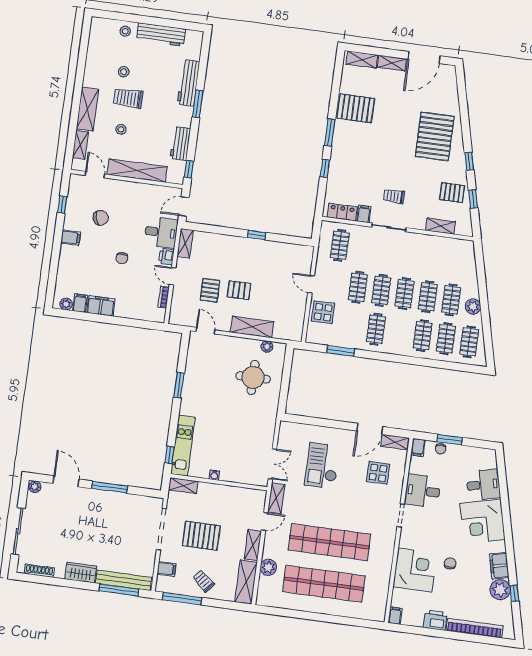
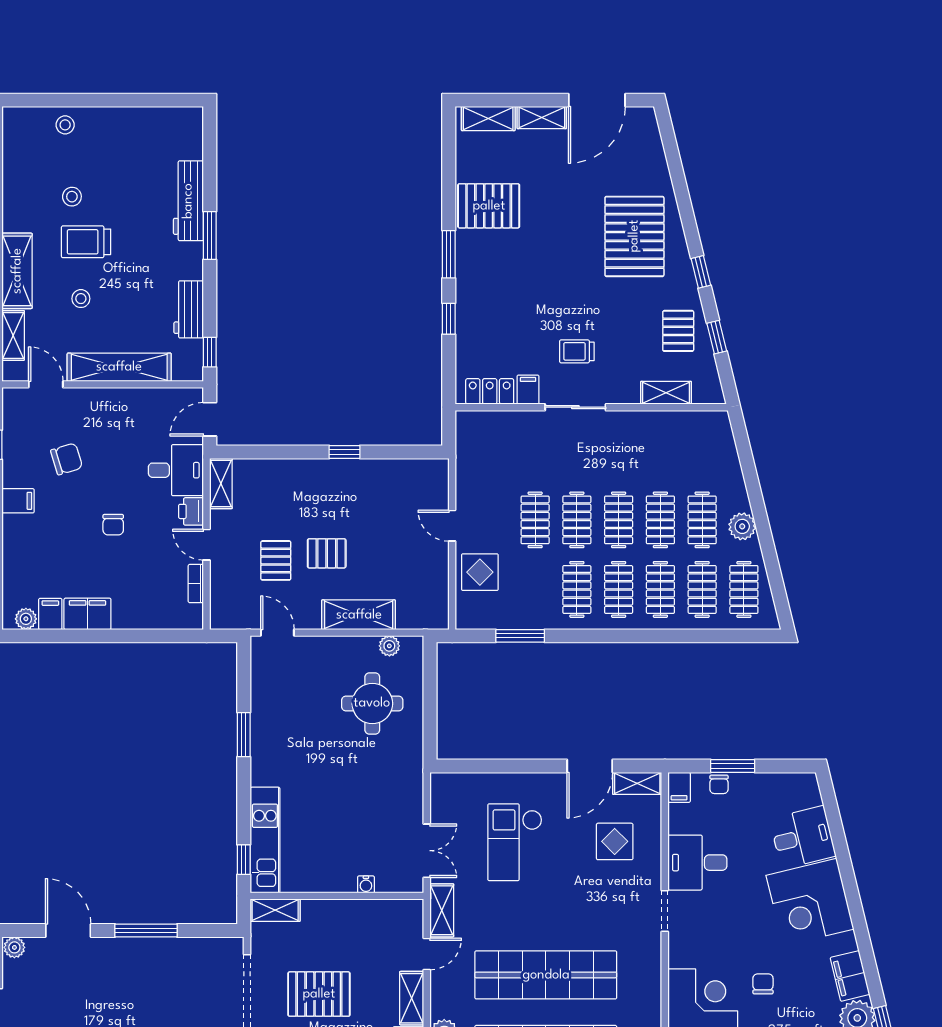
workbench: (161, 34) -> (129, 122), removed
pallet: (452, 193) -> (678, 331), turned 90
clothes rail: (340, 245) -> (619, 589), moved
water cooler: (214, 475) -> (366, 884), moved

